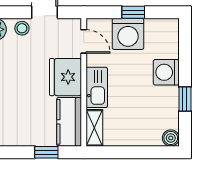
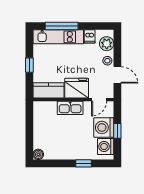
washing machine: (166, 72) -> (106, 146), moved, turned -90
window: (185, 99) -> (83, 163), moved
shelving: (94, 128) -> (45, 106), removed
window: (46, 152) -> (29, 65), moved

